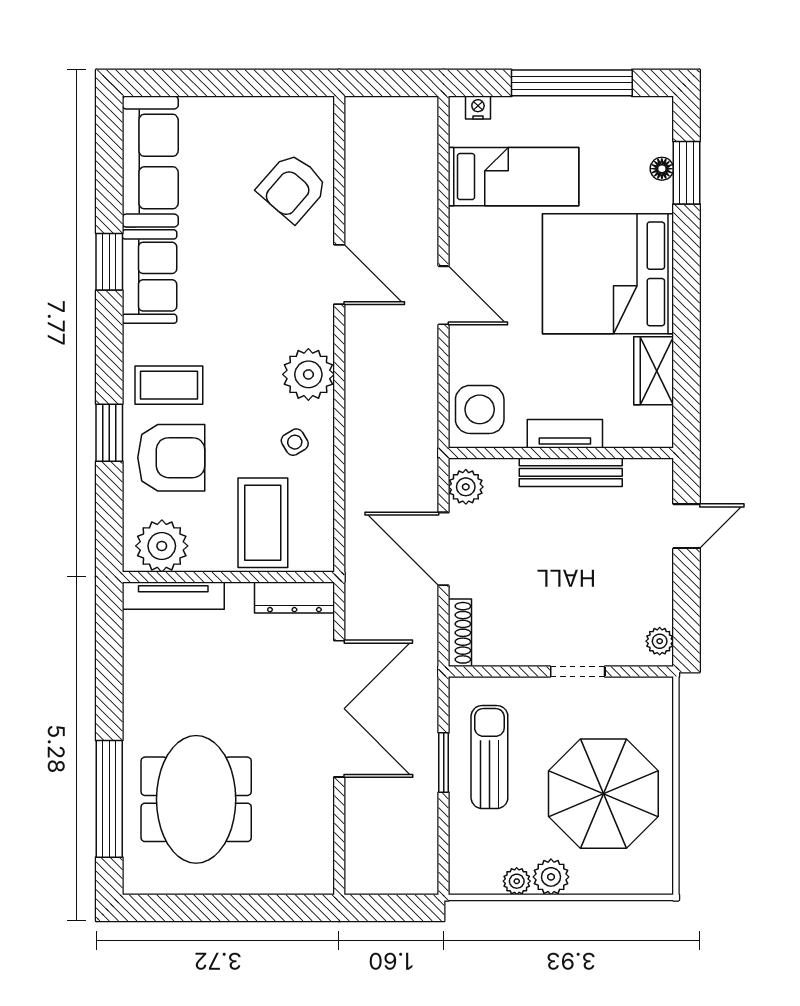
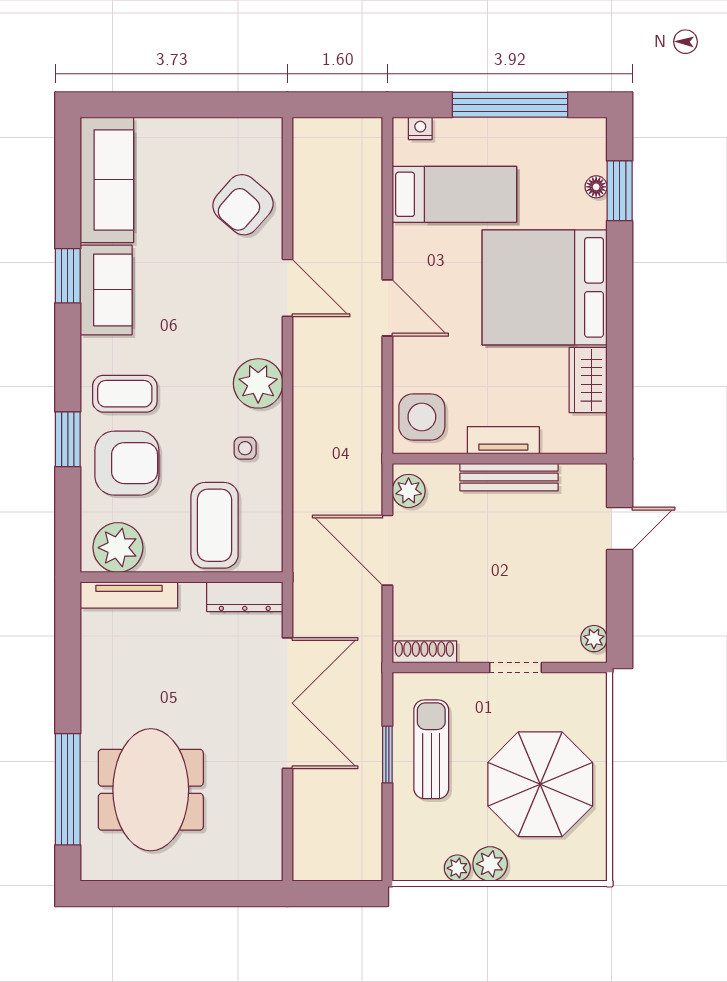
side table: (295, 442) -> (245, 448), turned 31
shoe rack: (460, 633) -> (424, 652), moved, turned -90

